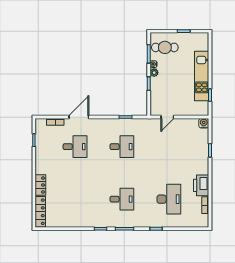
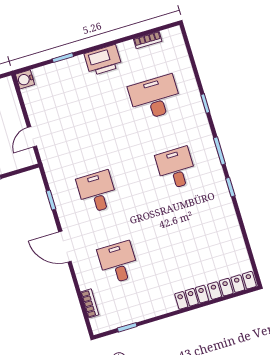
door: (79, 117) -> (65, 247), moved
door: (167, 117) -> (32, 137), swing flipped
printer: (201, 185) -> (103, 60), moved

